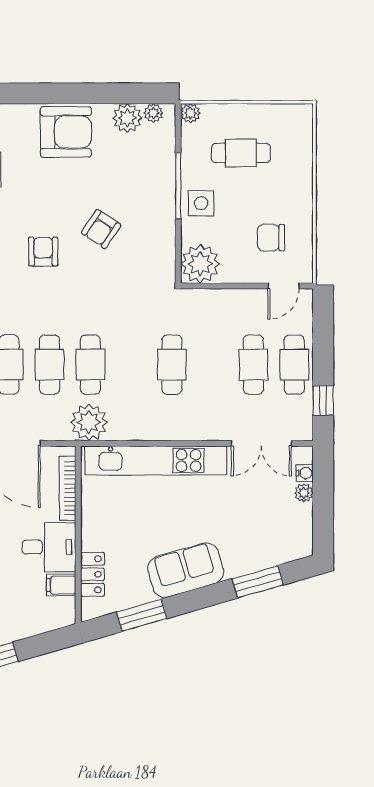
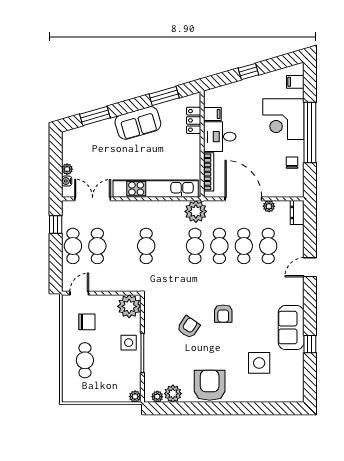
armchair: (66, 132) -> (210, 385), turned 90
cafe table: (241, 153) -> (85, 360), moved, turned 90

